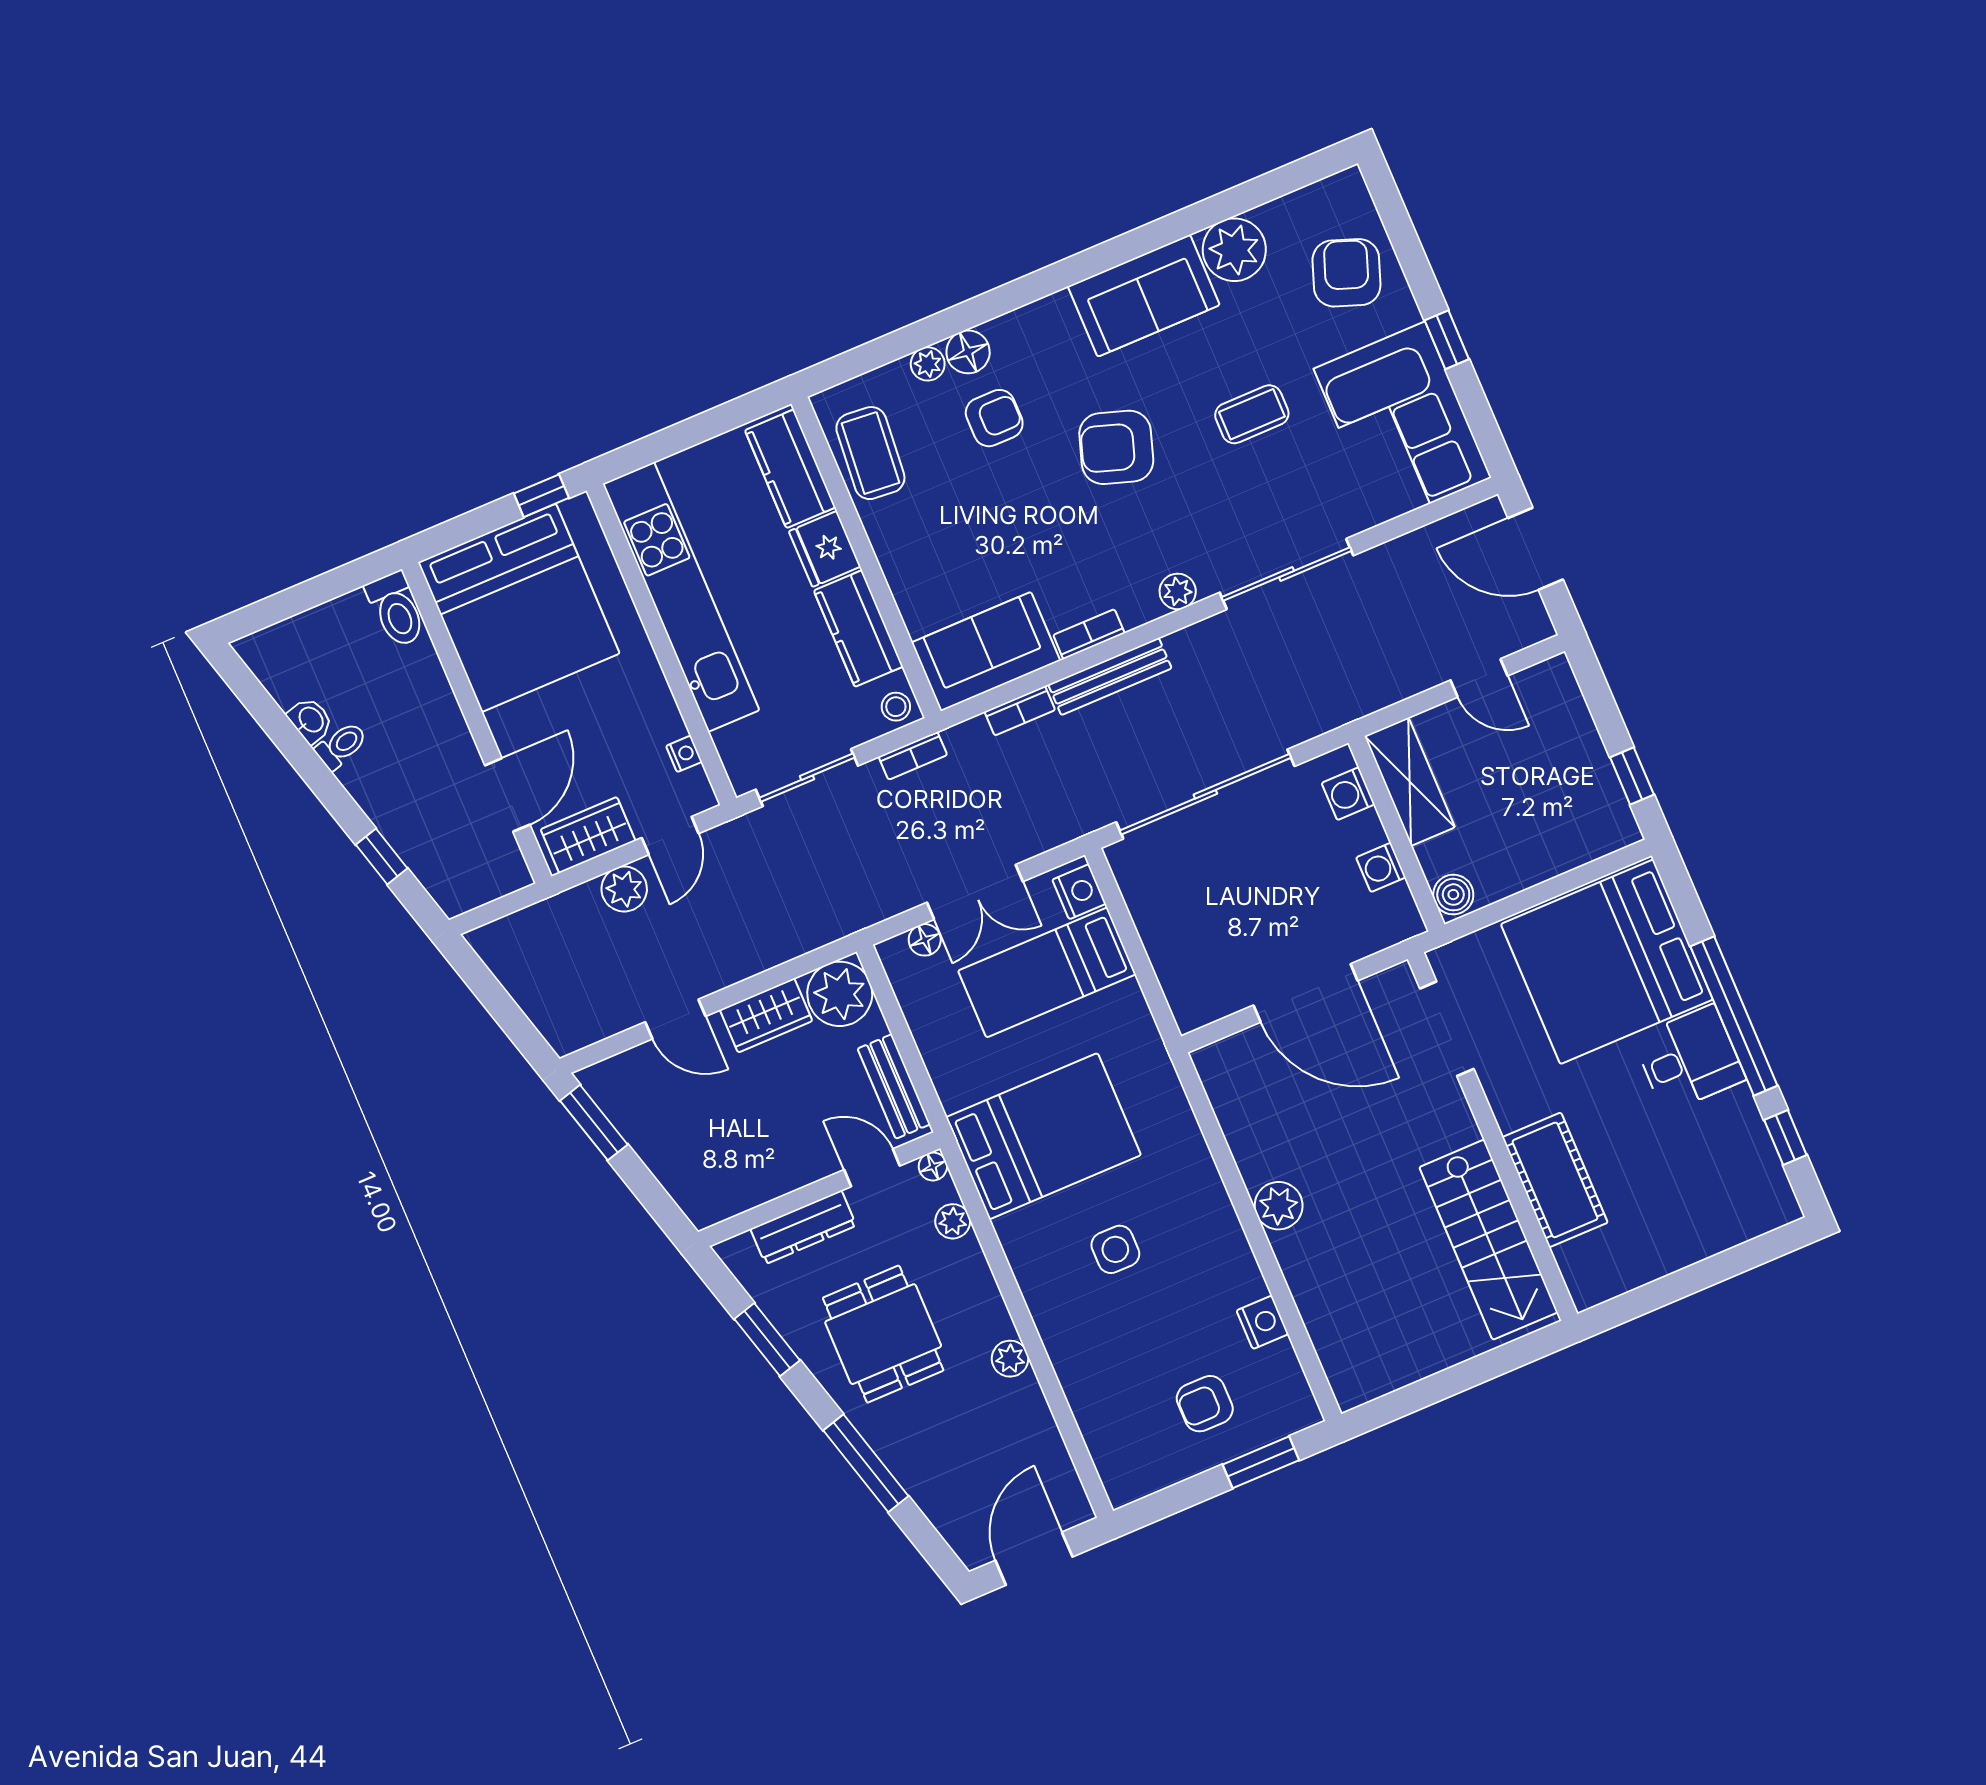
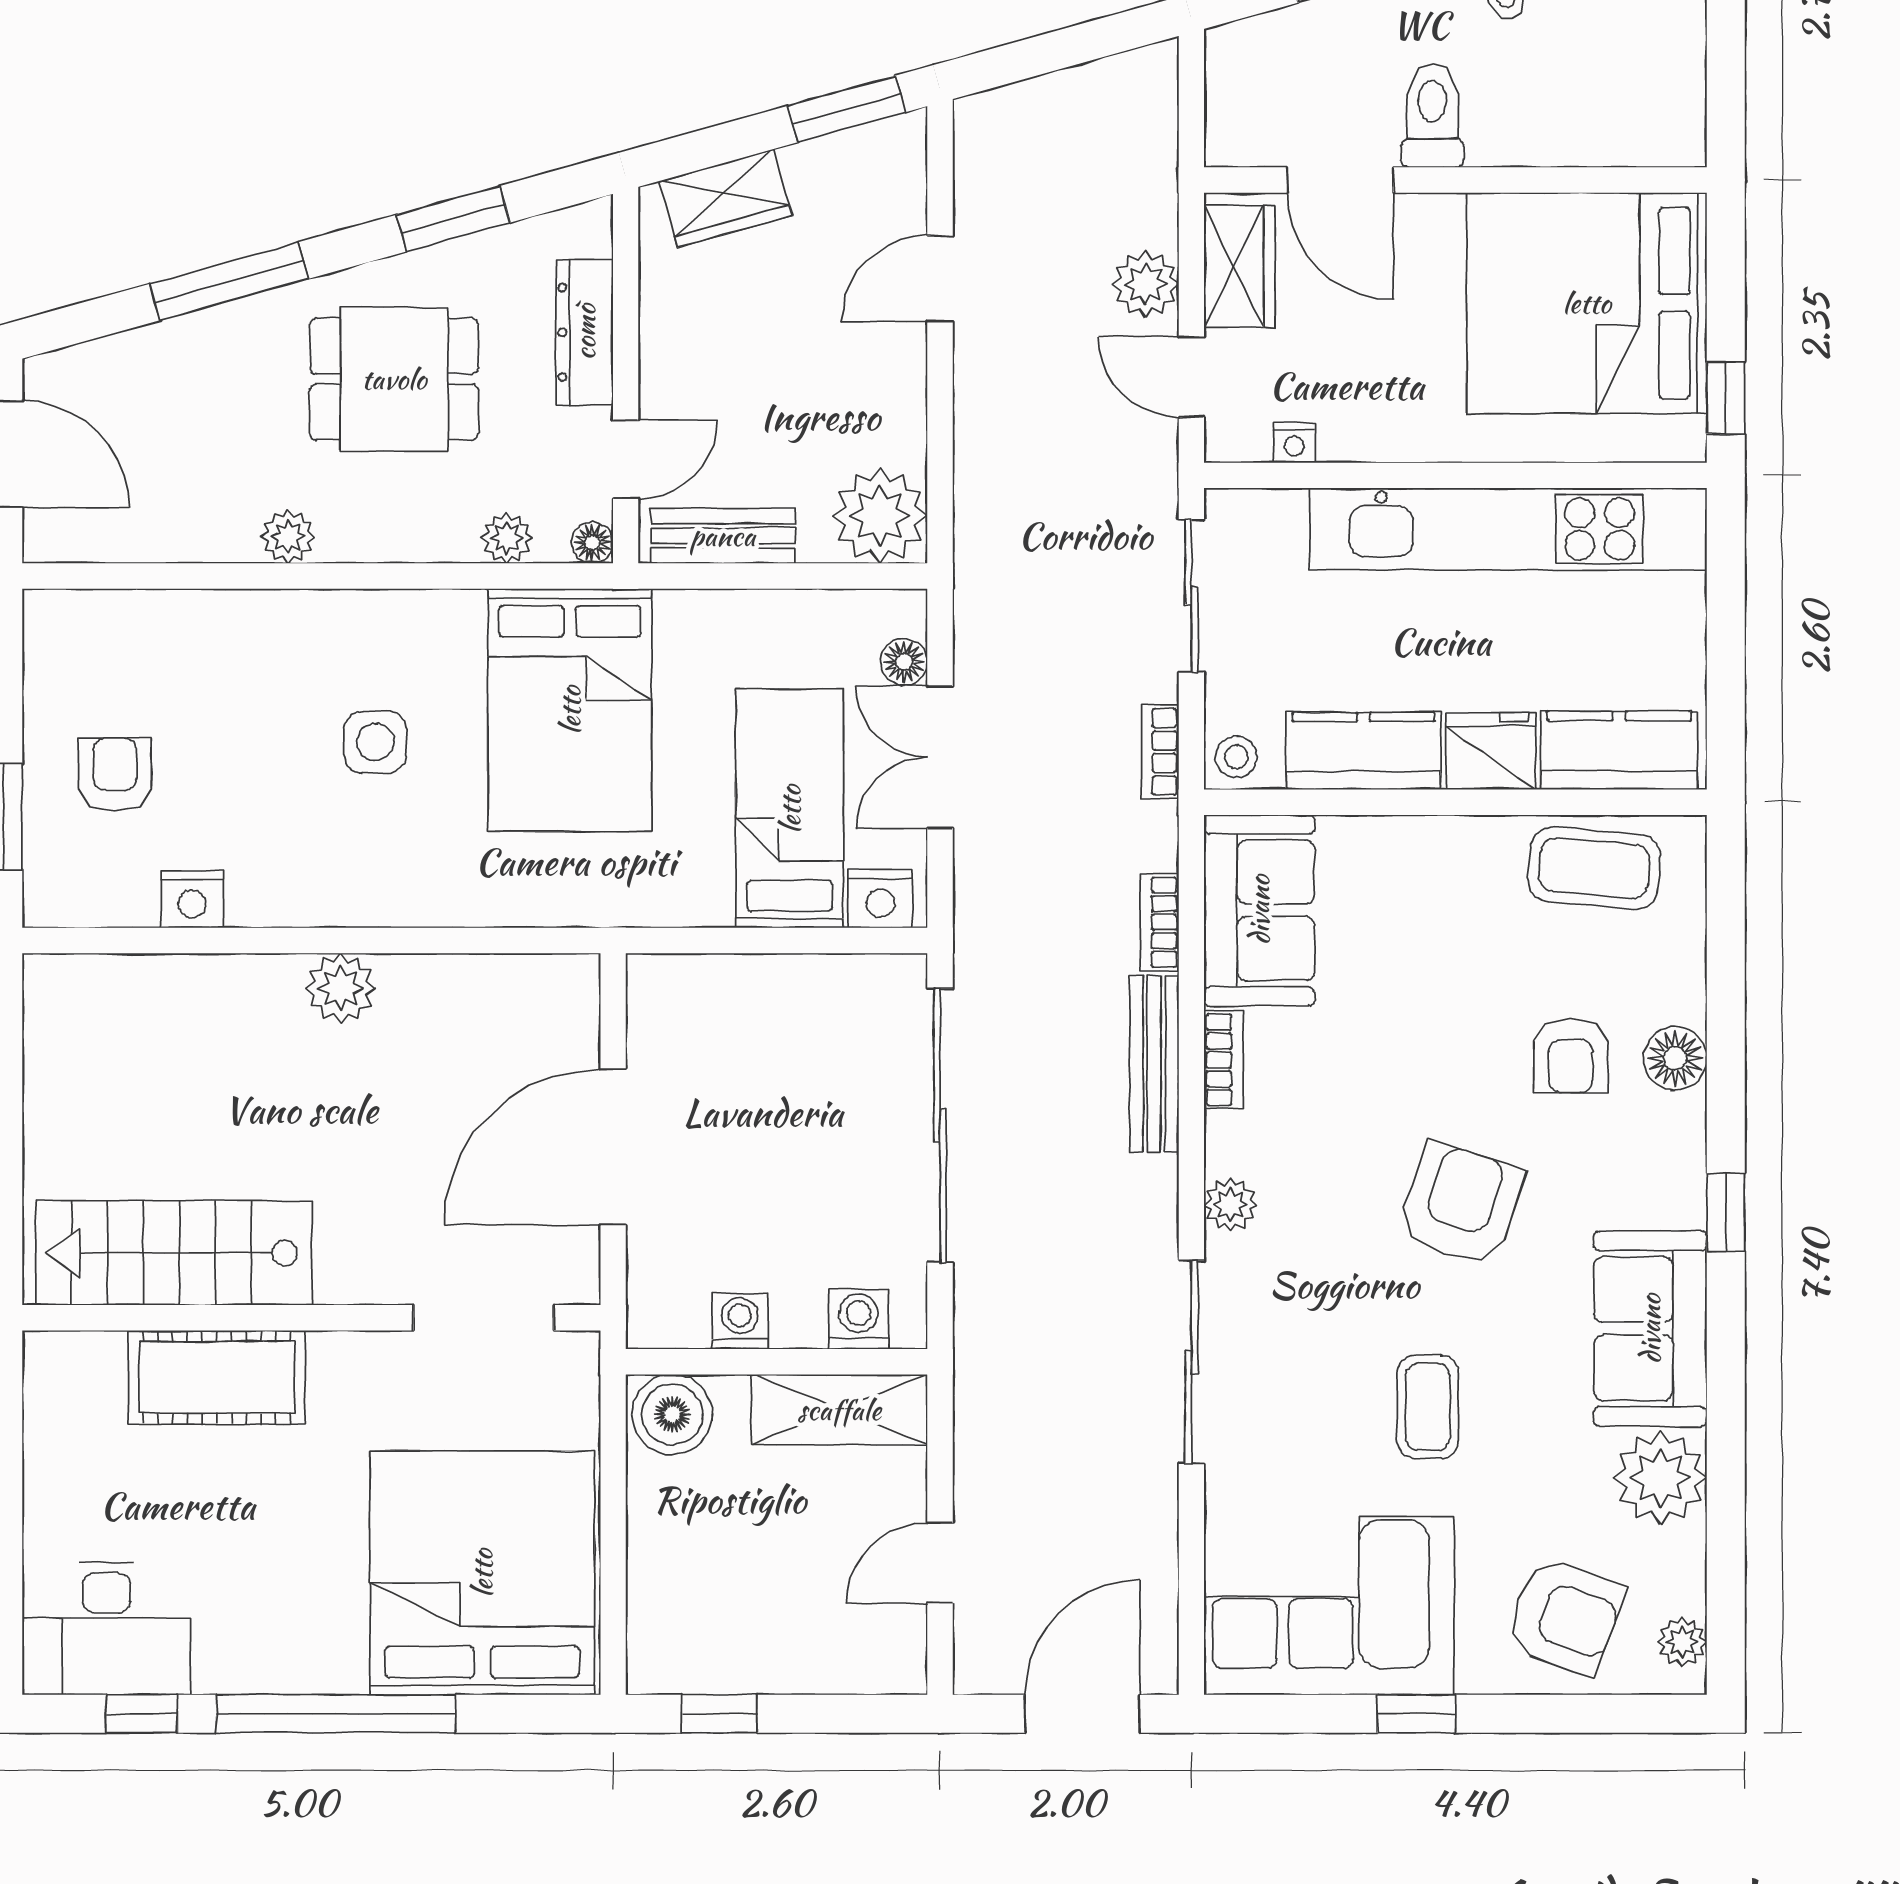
window: (1051, 279) -> (1726, 1212), added
plant: (928, 364) -> (1682, 1642), moved
toilet: (396, 610) -> (1432, 116), moved, turned 90
boiler: (1453, 895) -> (672, 1414), width x1.36, depth x1.36
wardrobe: (766, 1015) -> (725, 198), moved, turned -106
desk: (1689, 1059) -> (106, 1629), moved, width x1.37

